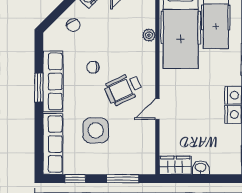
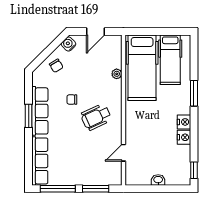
door: (157, 109) -> (123, 153), moved
side table: (96, 130) -> (74, 150), removed
wardrobe: (175, 165) -> (138, 178), removed
window: (75, 179) -> (58, 189), width x2.17

